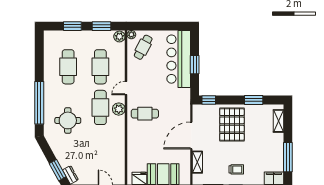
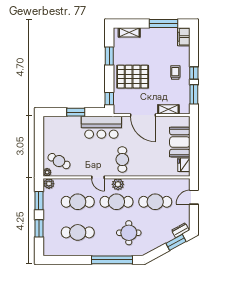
bar counter: (179, 59) -> (101, 127), moved, width x0.73
cafe table: (100, 148) -> (155, 202), added

